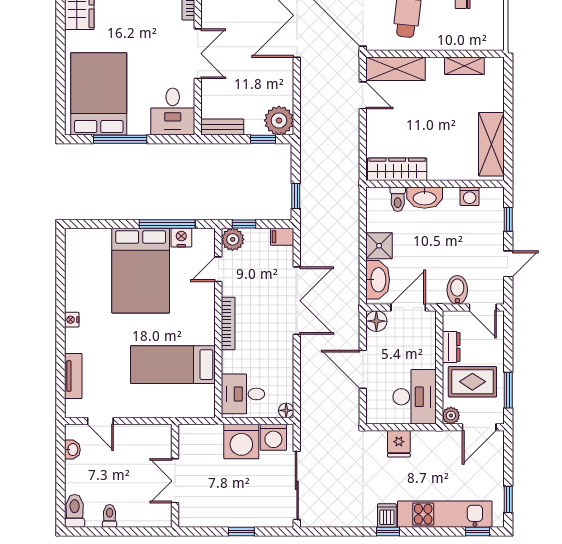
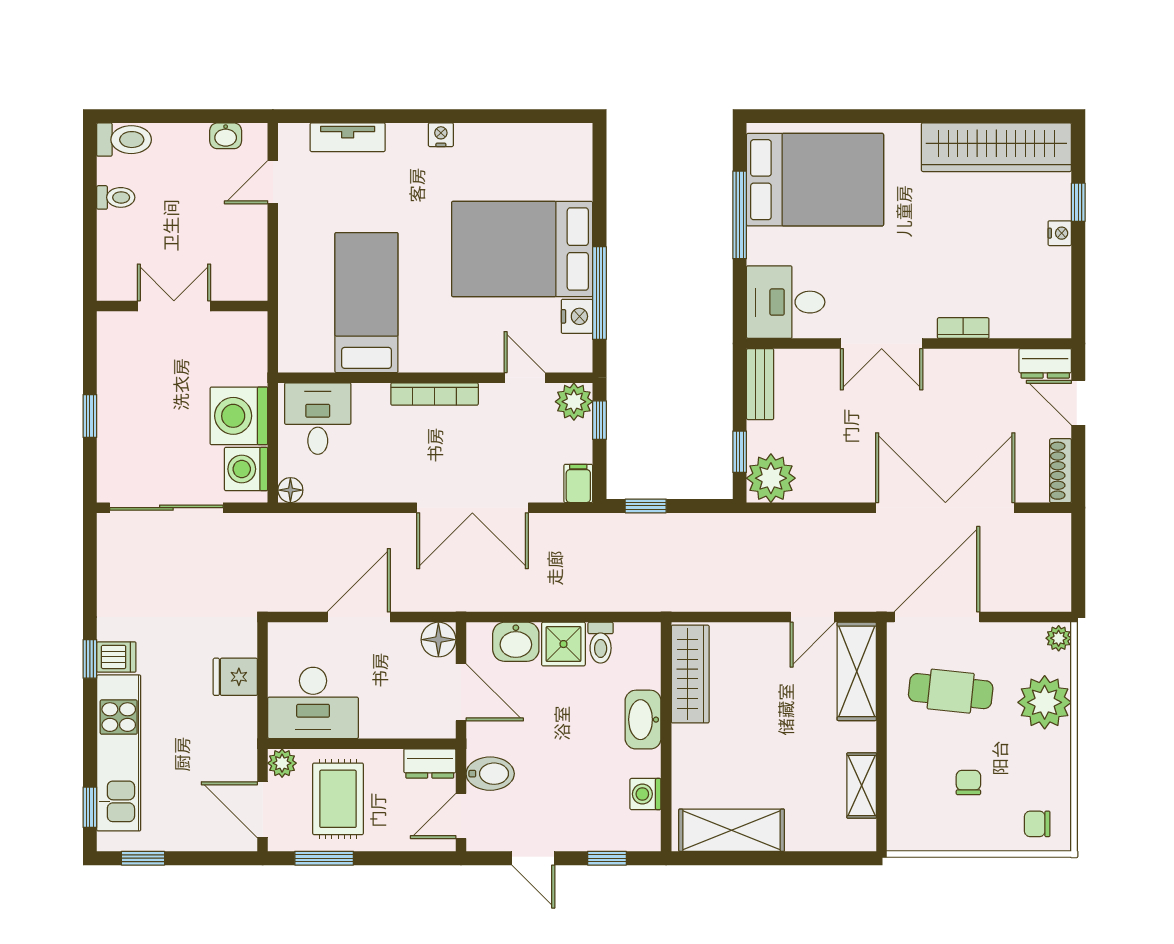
toilet: (398, 199) -> (601, 643), moved, turned -90
washbasin: (378, 280) -> (516, 642), width x0.72
dresser: (451, 347) -> (430, 763), moved

